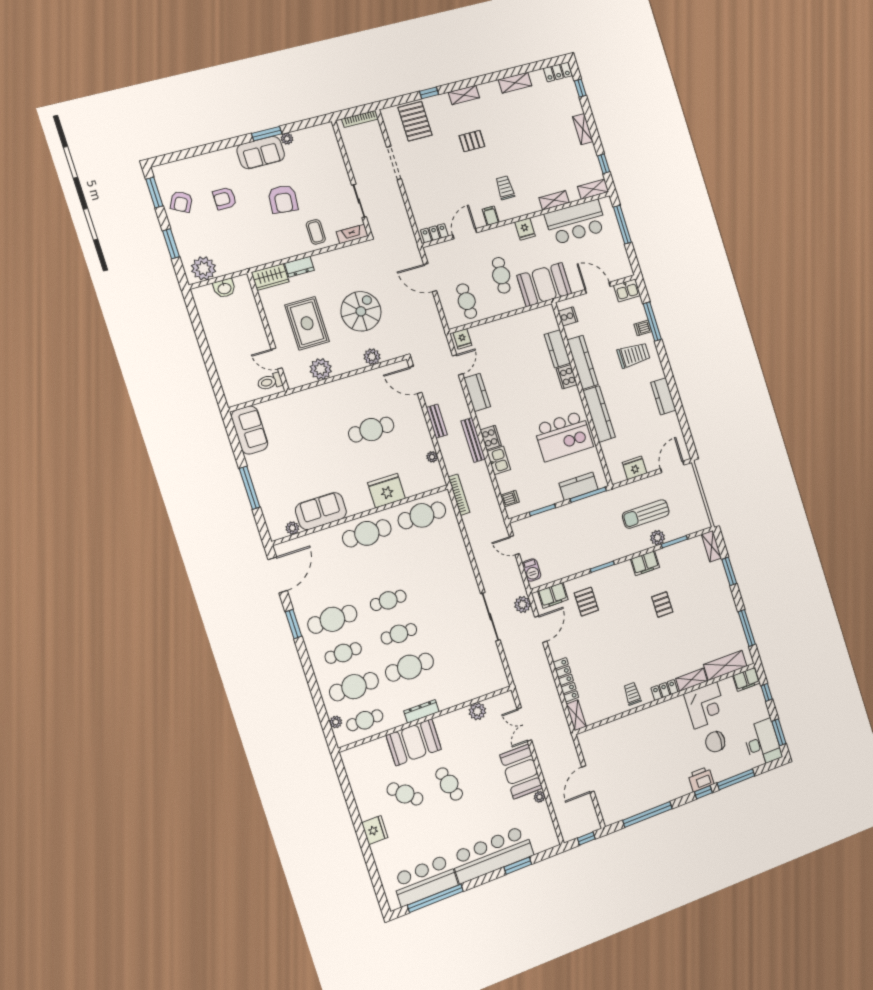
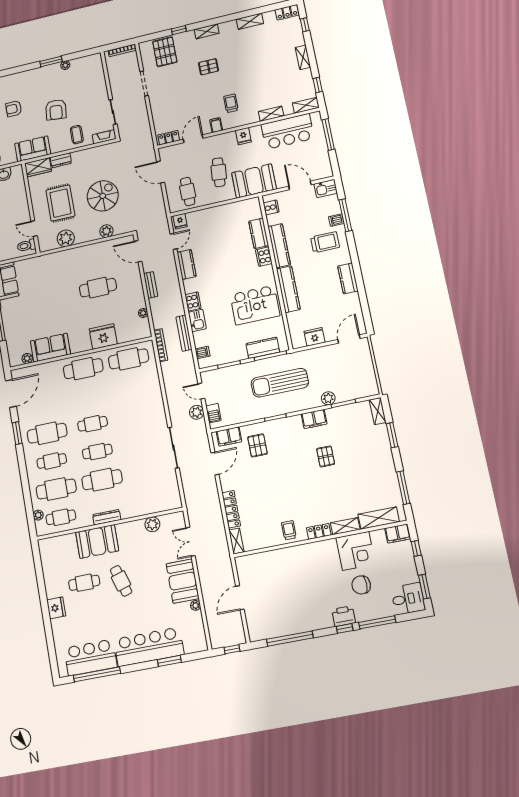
sofa: (261, 153) -> (33, 149), moved, turned 180
bench: (473, 440) -> (184, 333), moved
sun lounger: (646, 514) -> (280, 383), moved, width x1.36, depth x1.34
plant: (523, 604) -> (197, 412), moved
desk: (762, 743) -> (408, 599), width x0.73
cafe table: (405, 794) -> (84, 583), turned -42

